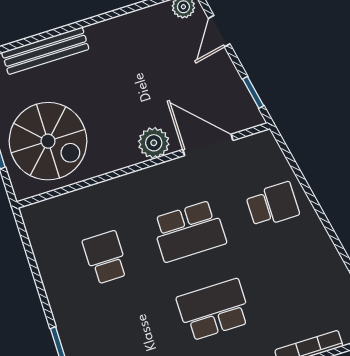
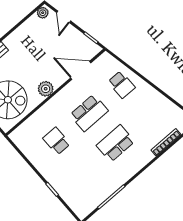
plant: (154, 143) -> (46, 89), moved
school desk: (273, 205) -> (122, 85), turned 90

